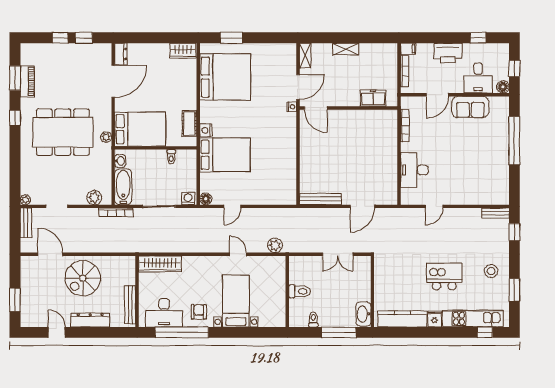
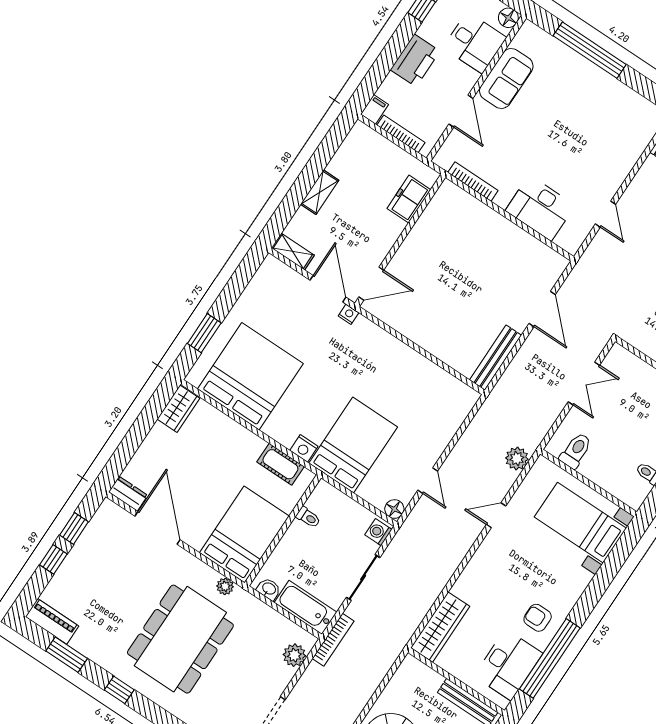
piano: (27, 82) -> (52, 621), moved
toilet: (300, 291) -> (576, 451), moved
bed with nightstands: (236, 301) -> (580, 523), moved

